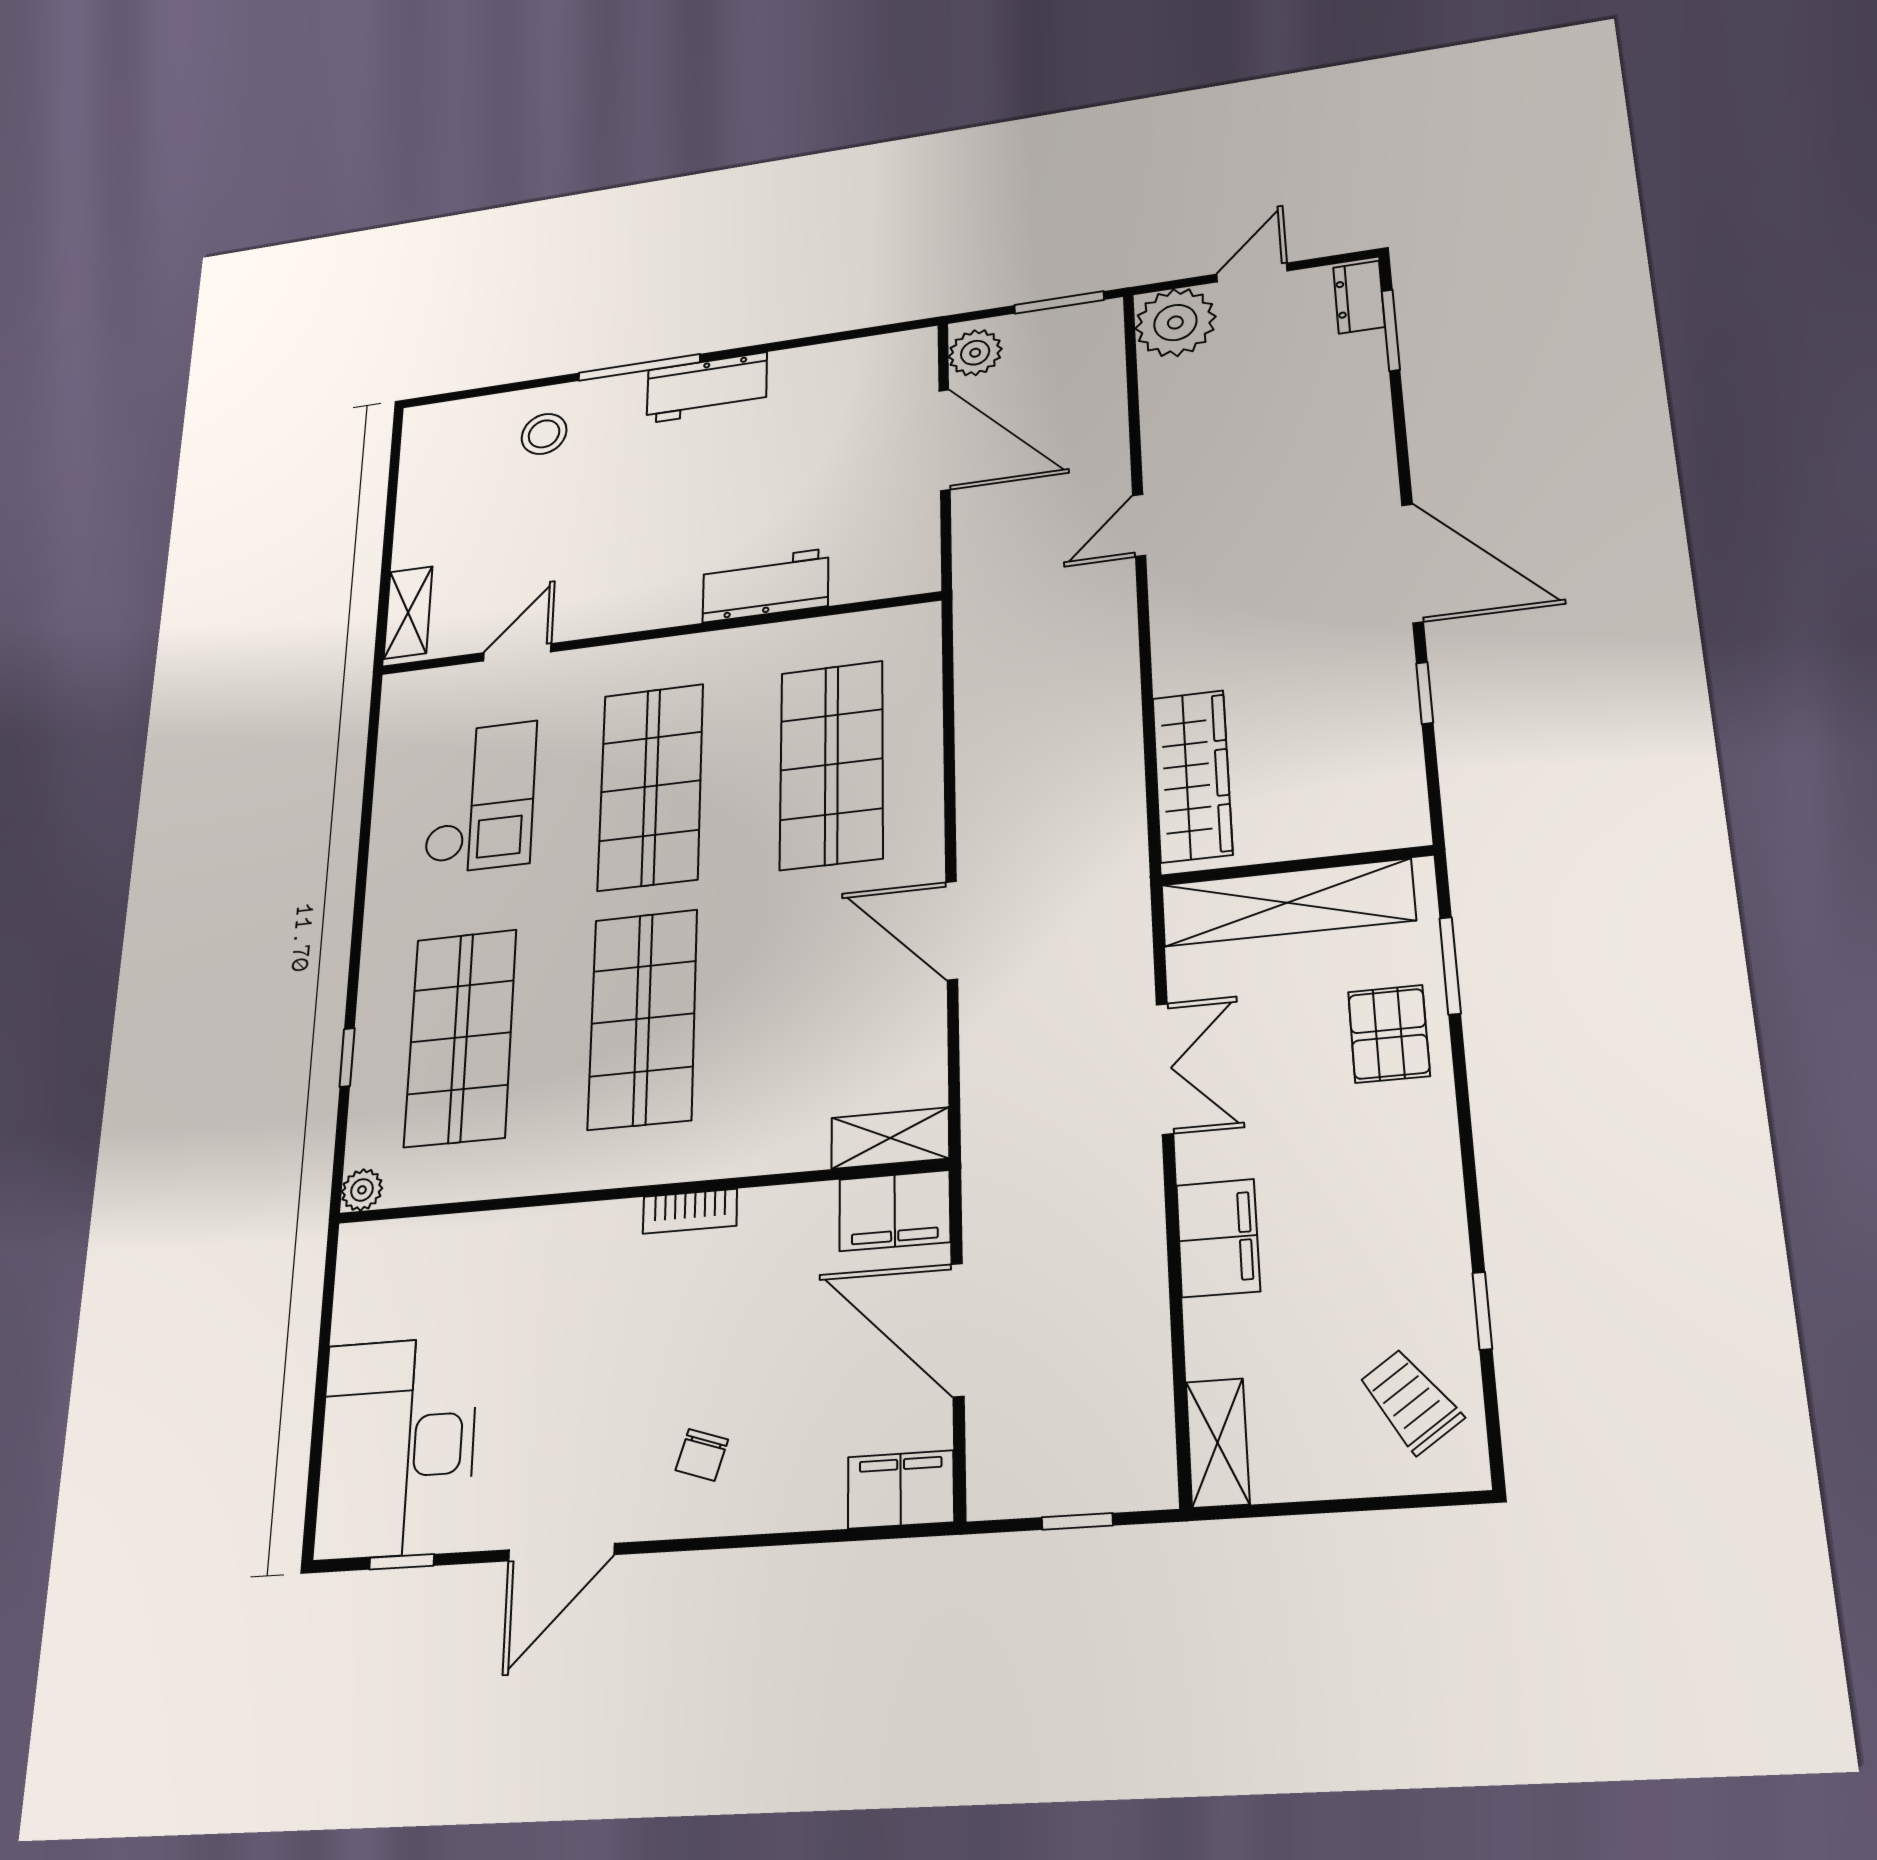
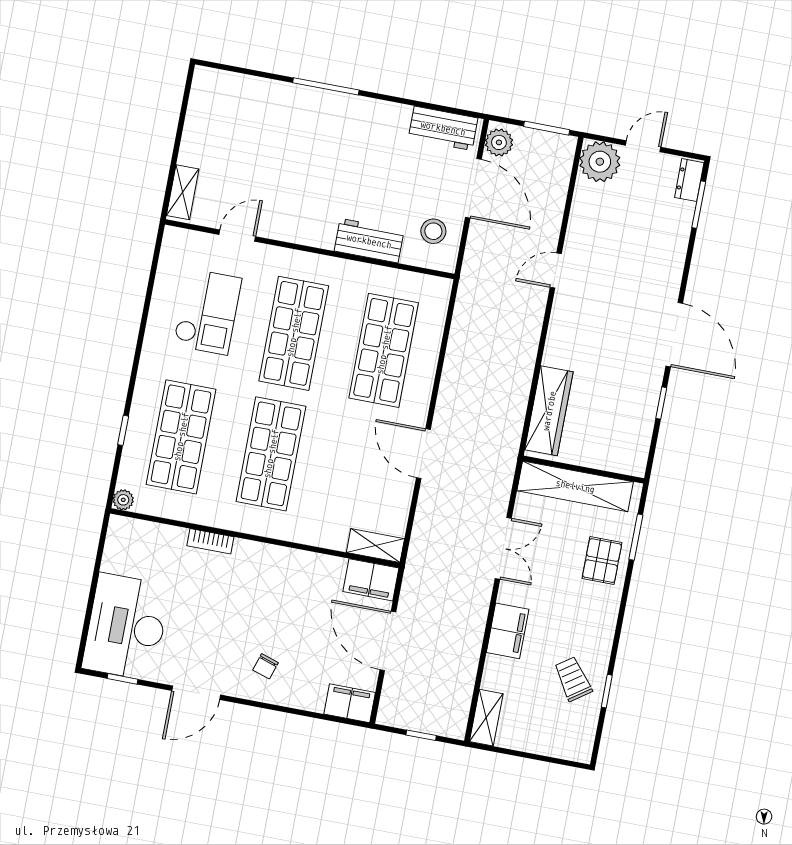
workbench: (707, 388) -> (443, 128), moved
stool: (544, 434) -> (433, 231), moved
bookcase: (690, 1211) -> (210, 541), moved
trolley: (1410, 1401) -> (573, 679), moved

